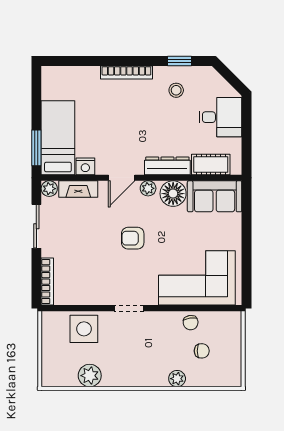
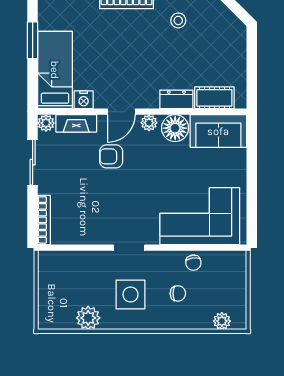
desk: (220, 117) -> (224, 48), removed
window: (36, 148) -> (33, 40), moved
dresser: (167, 166) -> (176, 99), width x0.70
armchair: (133, 238) -> (111, 156), moved
side table: (84, 329) -> (130, 294), moved
chair: (202, 351) -> (178, 293), moved
plant: (177, 379) -> (222, 321), moved

